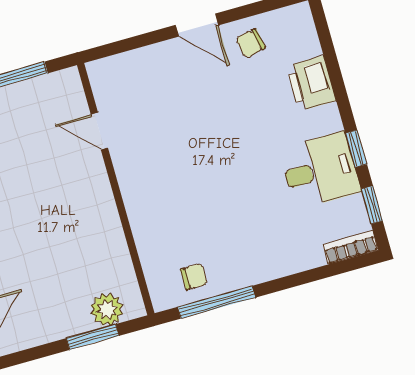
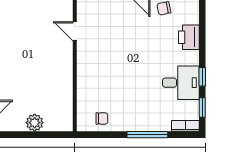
window: (216, 302) -> (147, 135), moved
plant: (107, 309) -> (35, 123), moved
window: (93, 337) -> (42, 135), removed

